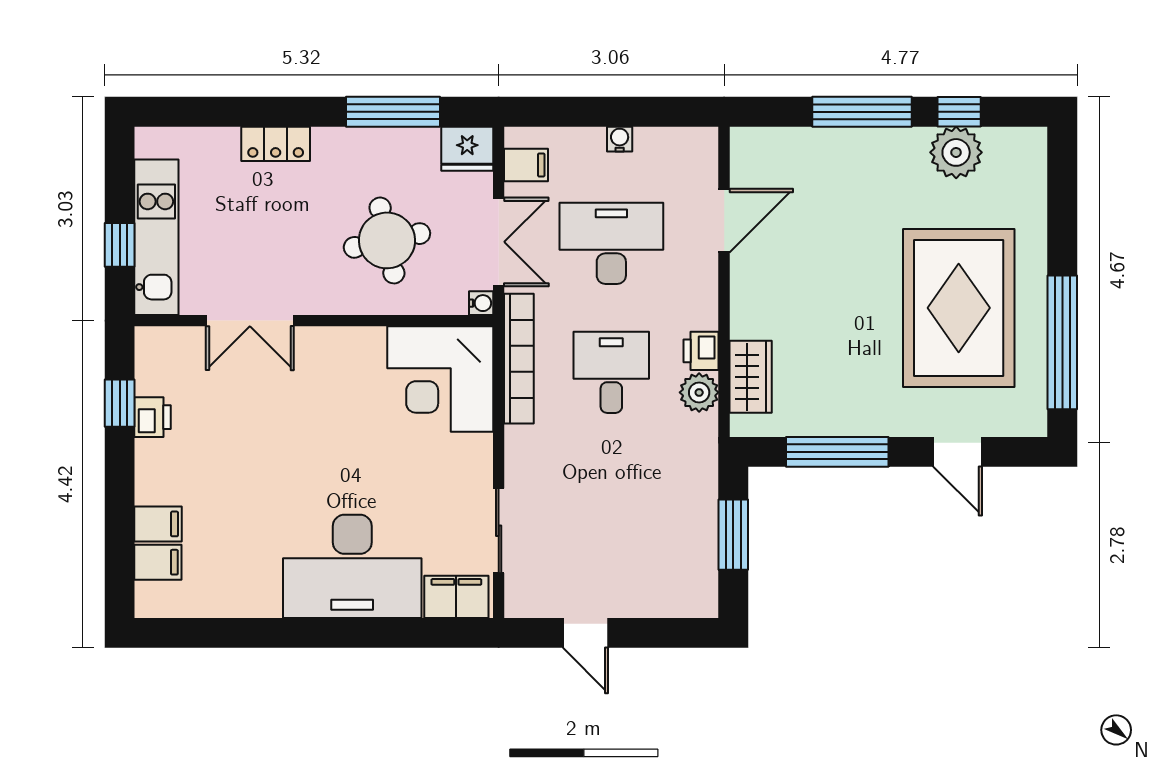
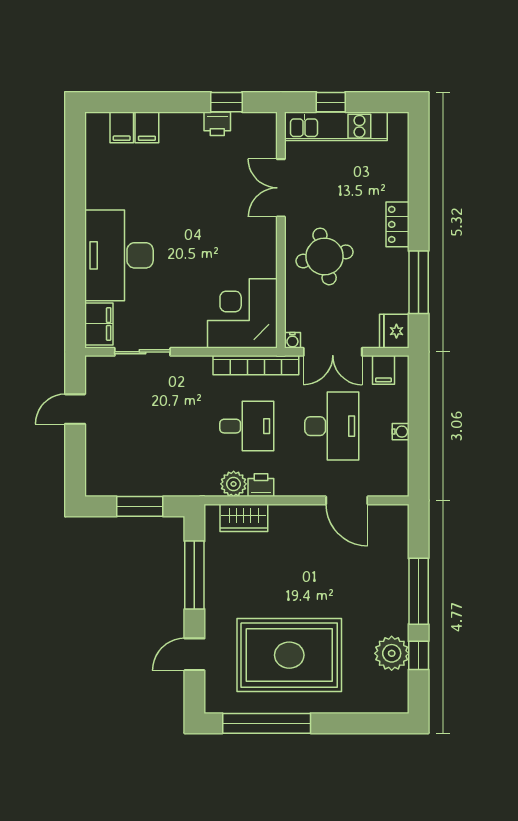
locker: (276, 144) -> (397, 224), moved
round table: (387, 240) -> (325, 256), moved

